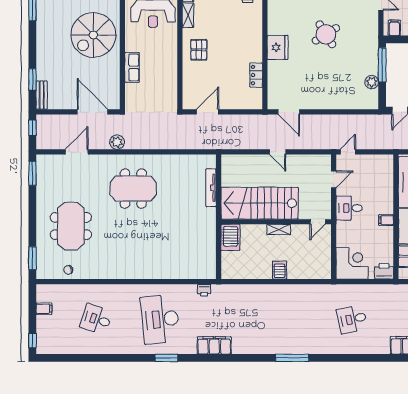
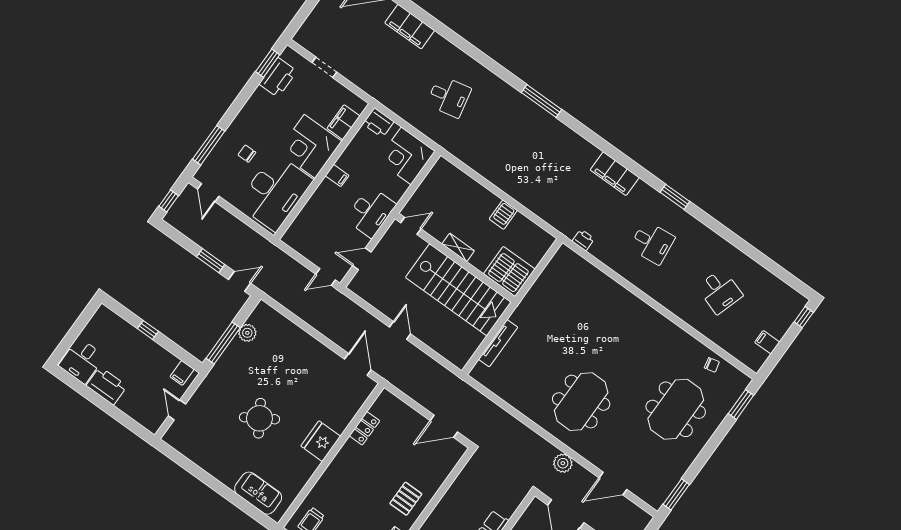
meeting table: (133, 189) -> (581, 402), turned 90
desk: (349, 208) -> (371, 212), width x1.37
server rack: (230, 237) -> (509, 271), width x1.60
server rack: (280, 270) -> (503, 215), moved
desk: (160, 319) -> (652, 243), width x0.53, depth x0.77

